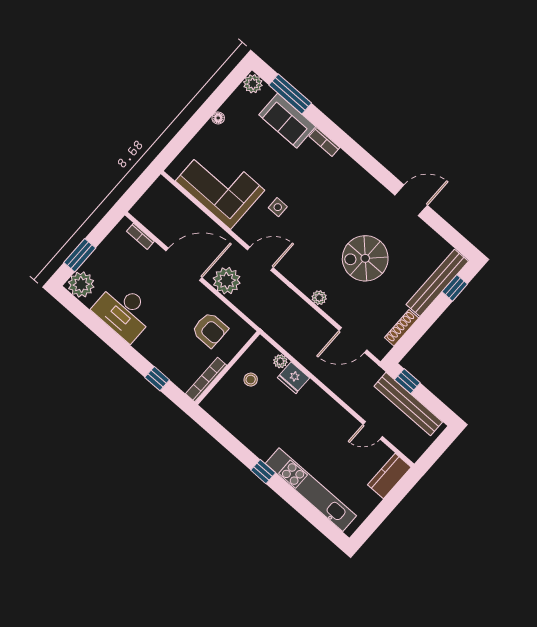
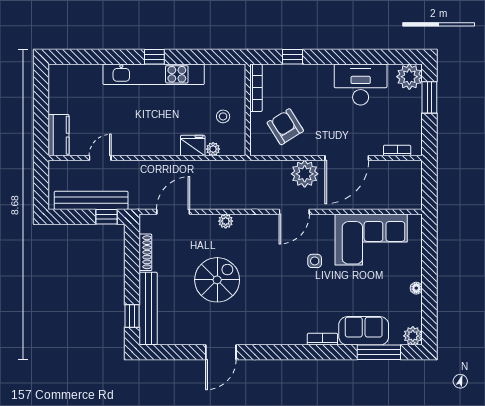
armchair: (210, 330) -> (285, 127), turned 58
kitchen unit: (311, 490) -> (154, 74), moved

